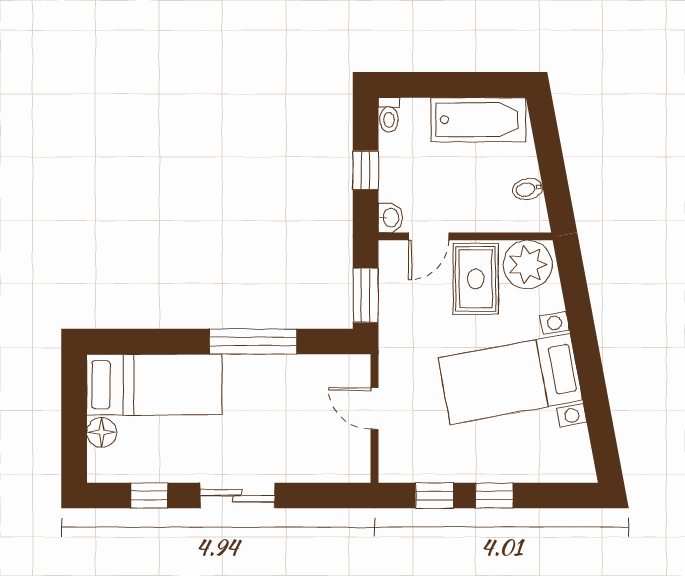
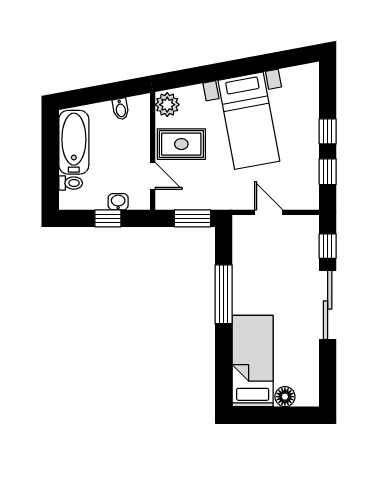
toilet: (389, 115) -> (71, 183), moved
washbasin: (390, 218) -> (118, 202), moved
plant: (528, 265) -> (167, 105), width x0.73, depth x0.73
door: (374, 408) -> (269, 212), swing flipped
window: (149, 496) -> (328, 246), moved
sliding door: (237, 496) -> (328, 305), width x1.37

